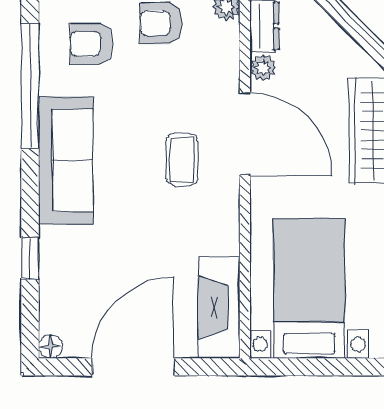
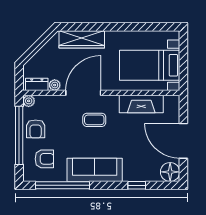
armchair: (91, 44) -> (44, 159), turned -90
fireplace: (219, 308) -> (141, 104), moved
floor lamp: (50, 347) -> (170, 172), width x1.89, depth x1.89

